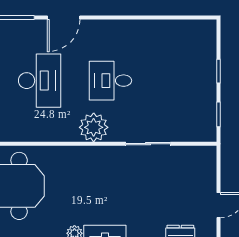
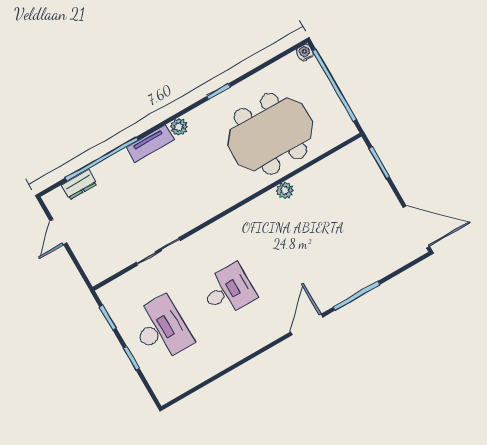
desk: (40, 81) -> (161, 329), moved, turned 180
plant: (94, 127) -> (285, 190), moved, width x0.53, depth x0.53

